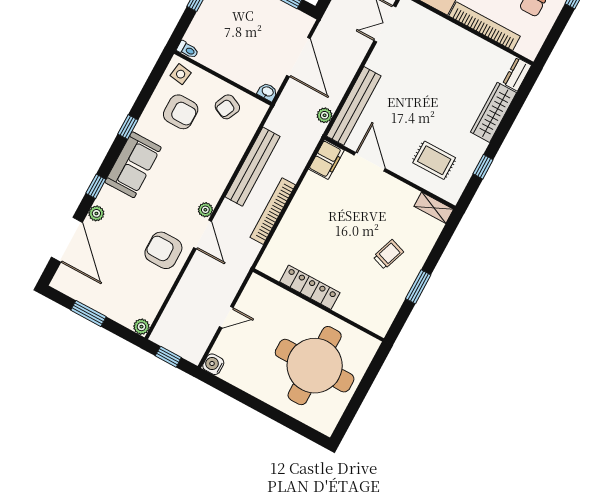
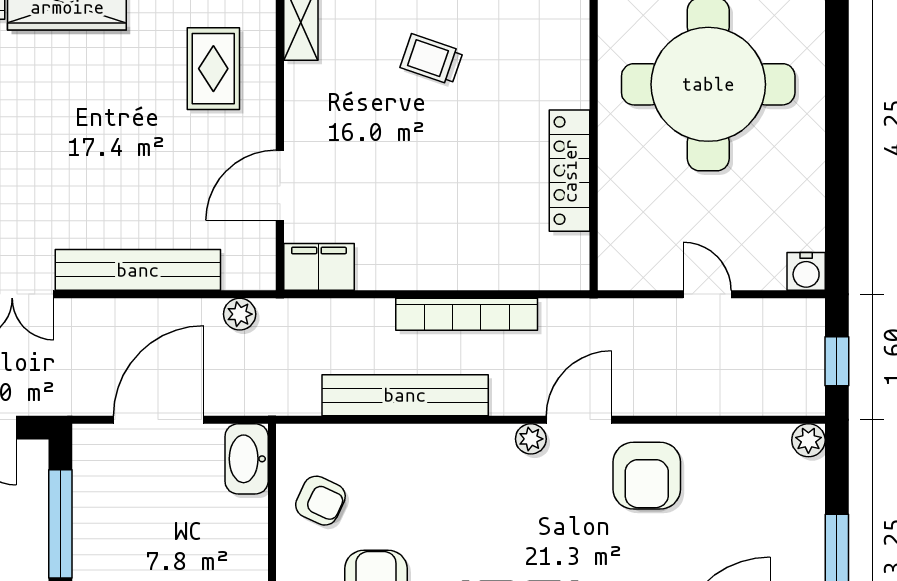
washbasin: (267, 92) -> (247, 459), width x1.91, depth x1.45
bench: (354, 106) -> (138, 270), moved

